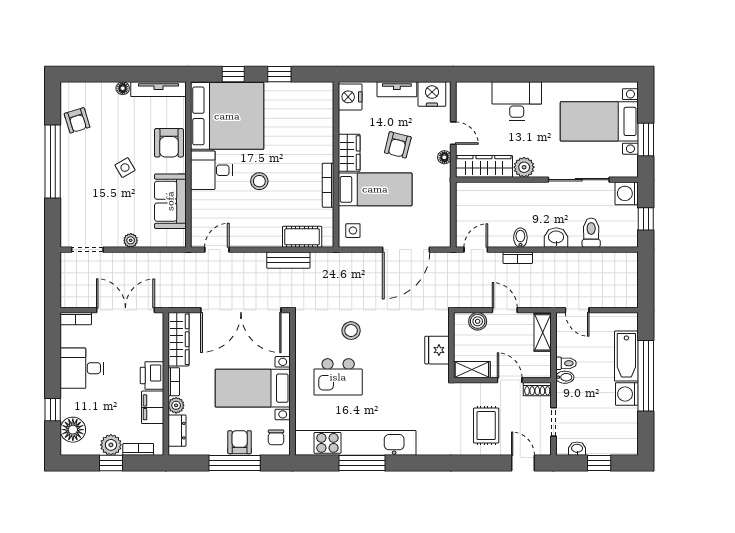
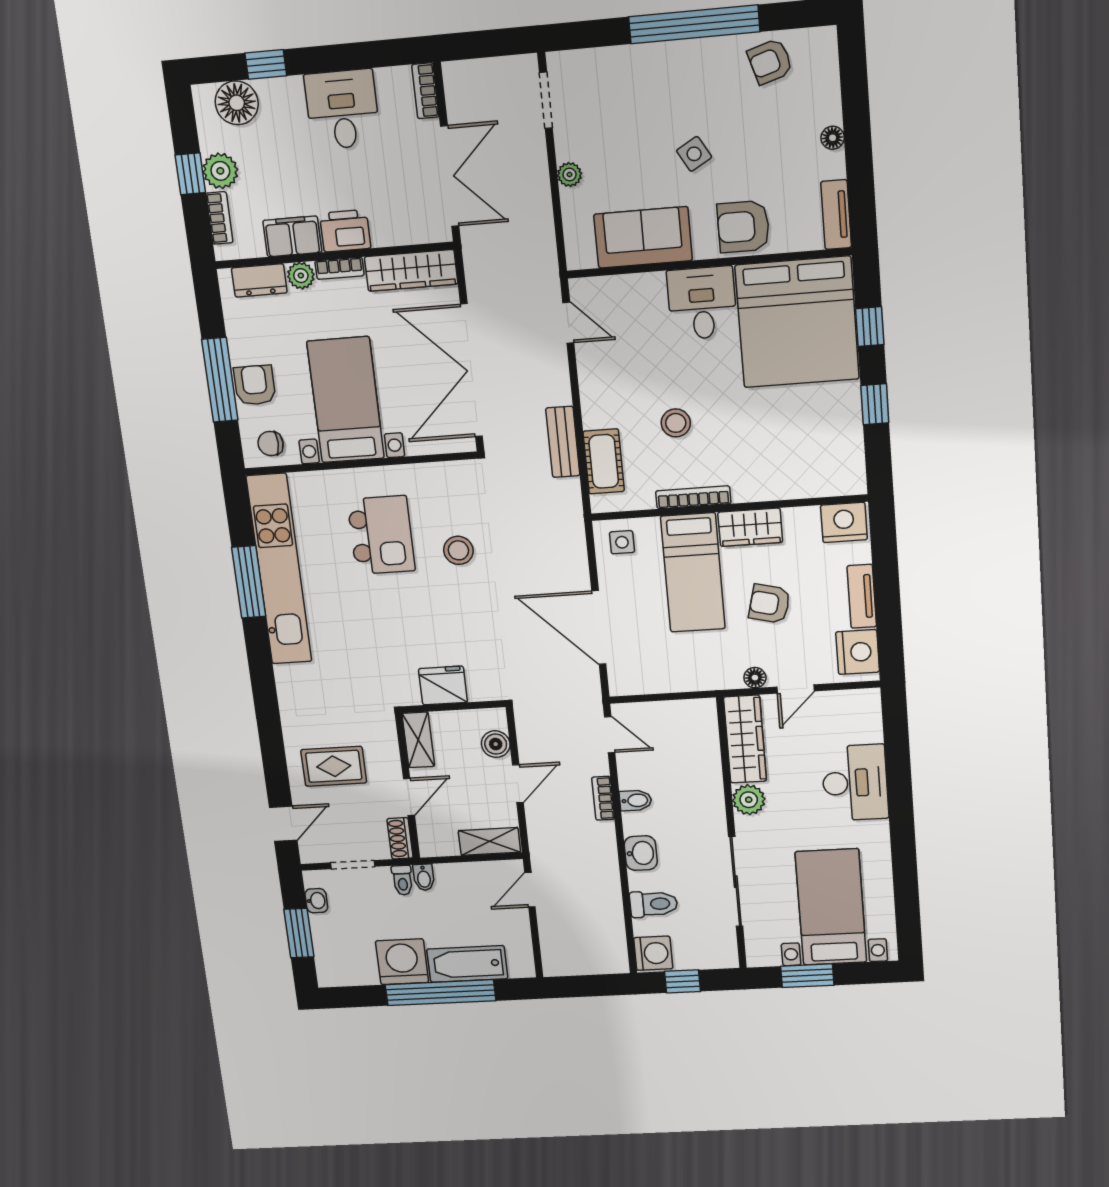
tv unit: (158, 89) -> (836, 215), width x0.71
stool: (259, 181) -> (676, 423), moved
washing machine: (627, 193) -> (653, 953), moved, turned 90
toilet: (566, 363) -> (402, 880), moved
kitchen island: (338, 377) -> (381, 535), turned 180
washing machine: (627, 394) -> (402, 962), width x1.37, depth x1.37
armchair: (240, 442) -> (255, 385), turned -90
window: (599, 463) -> (299, 933), width x1.50

